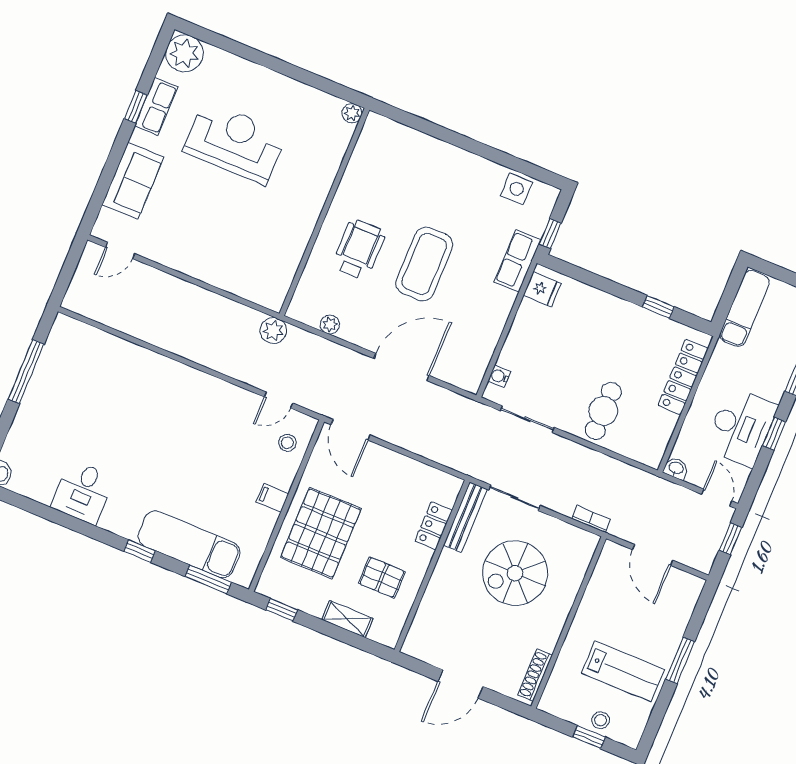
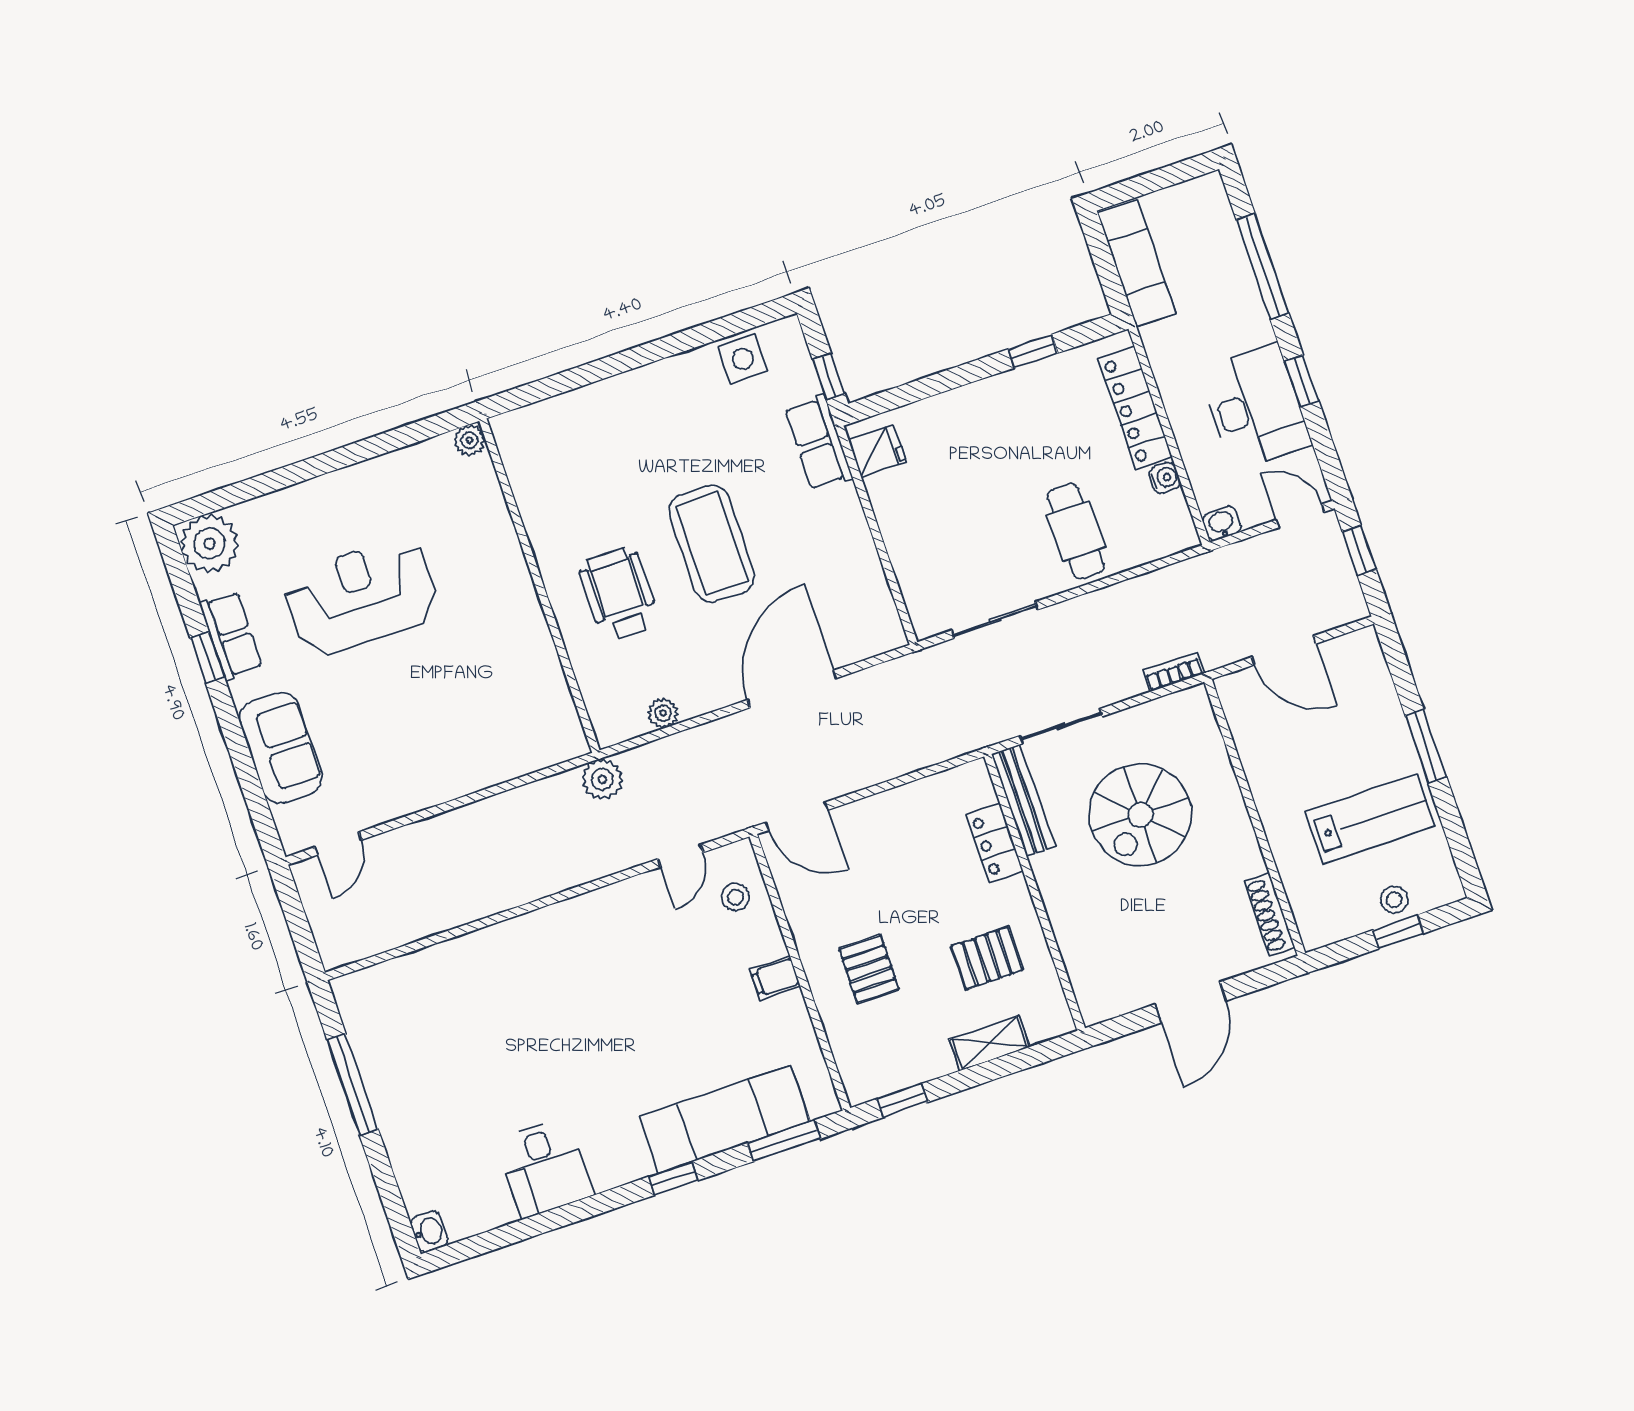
water cooler: (499, 376) -> (1165, 478), moved, turned 180
pallet: (321, 533) -> (869, 969), width x0.49, depth x0.50

